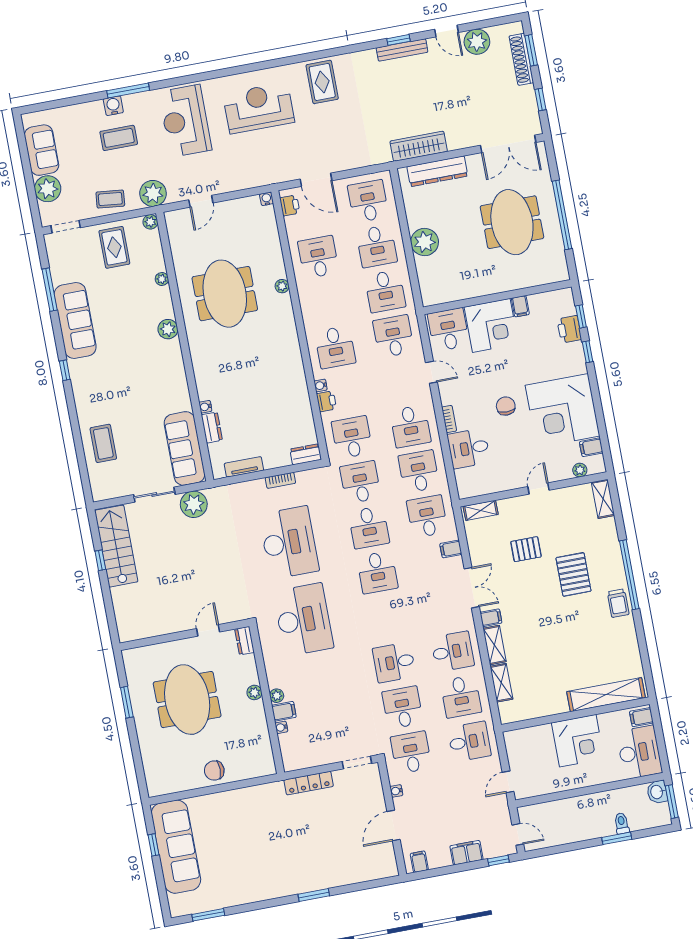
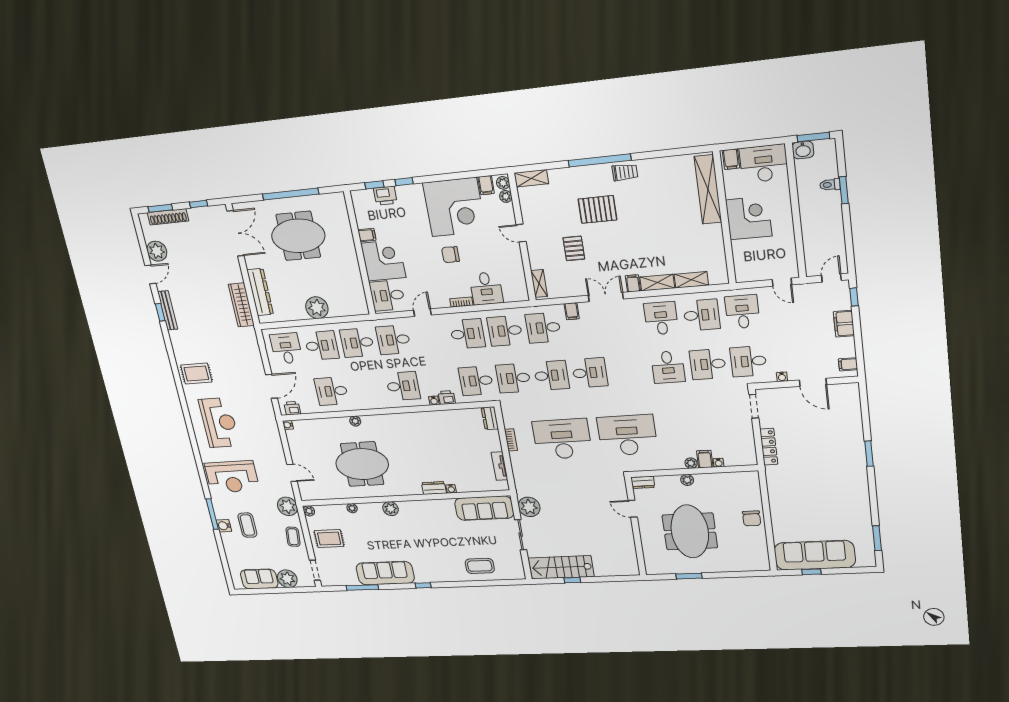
reception desk: (259, 108) -> (219, 423), turned 180
desk: (368, 201) -> (286, 348), turned 90
desk: (385, 291) -> (357, 343), turned 180
dresser: (212, 428) -> (434, 488), moved
plant: (595, 467) -> (503, 183), added
meeting table: (187, 700) -> (690, 531), turned 90

